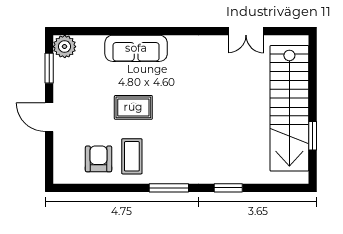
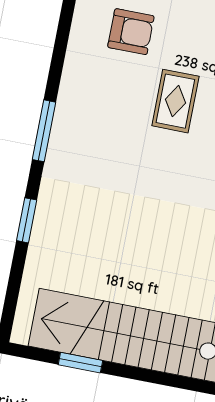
coffee table: (132, 156) -> (102, 85), removed
armchair: (99, 159) -> (131, 32), moved

